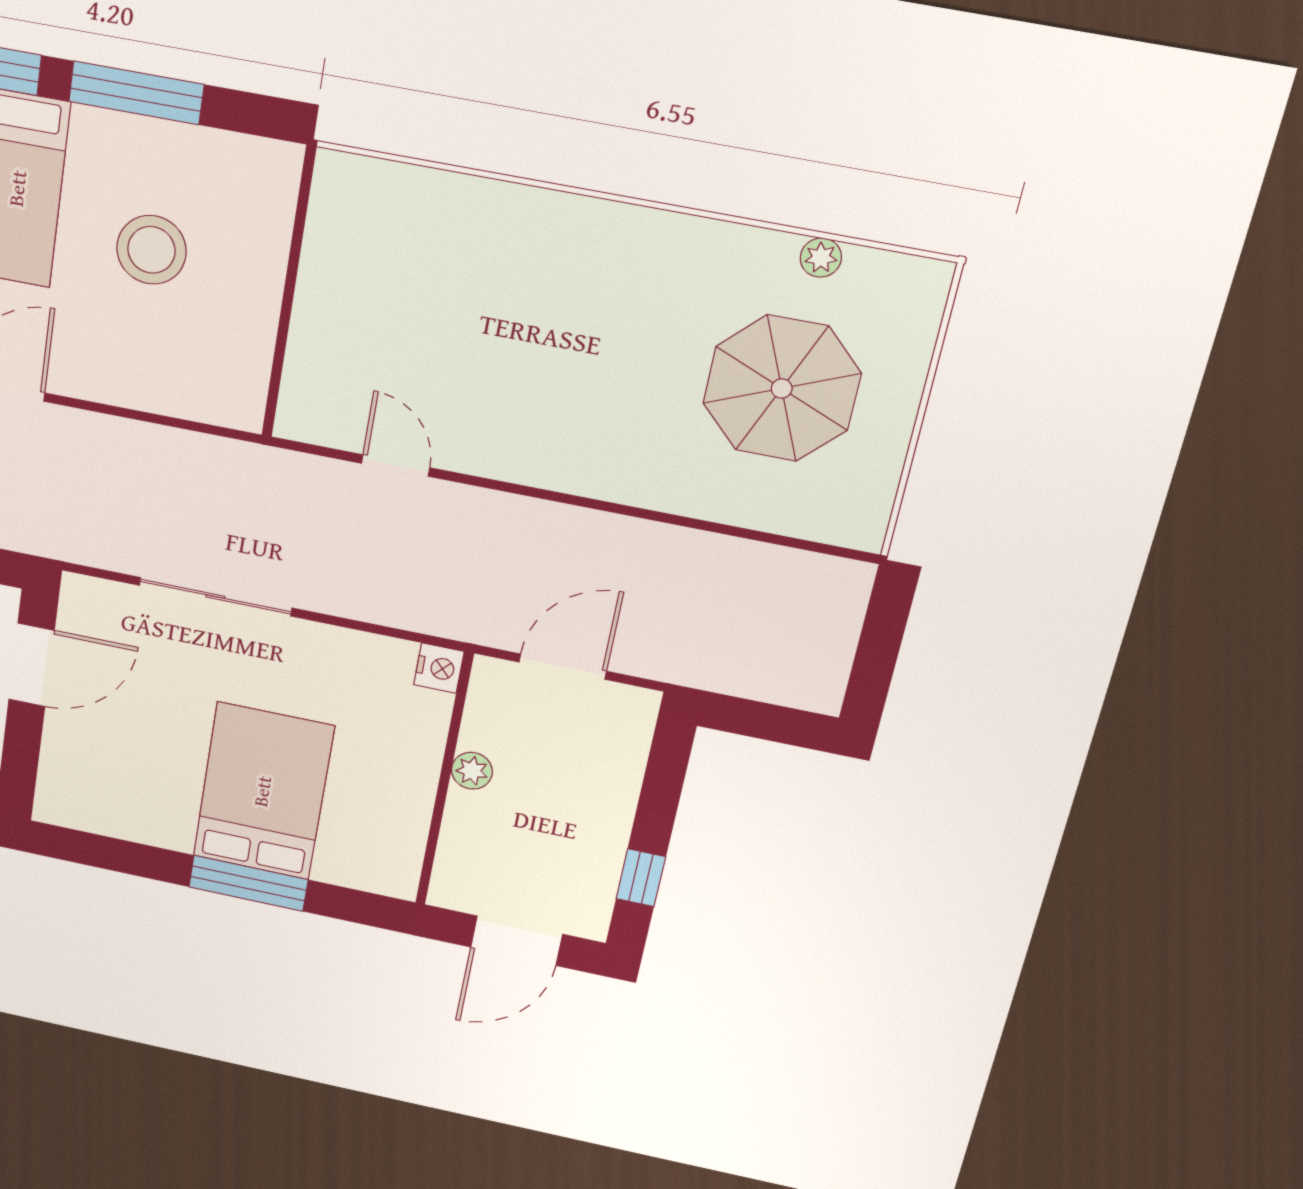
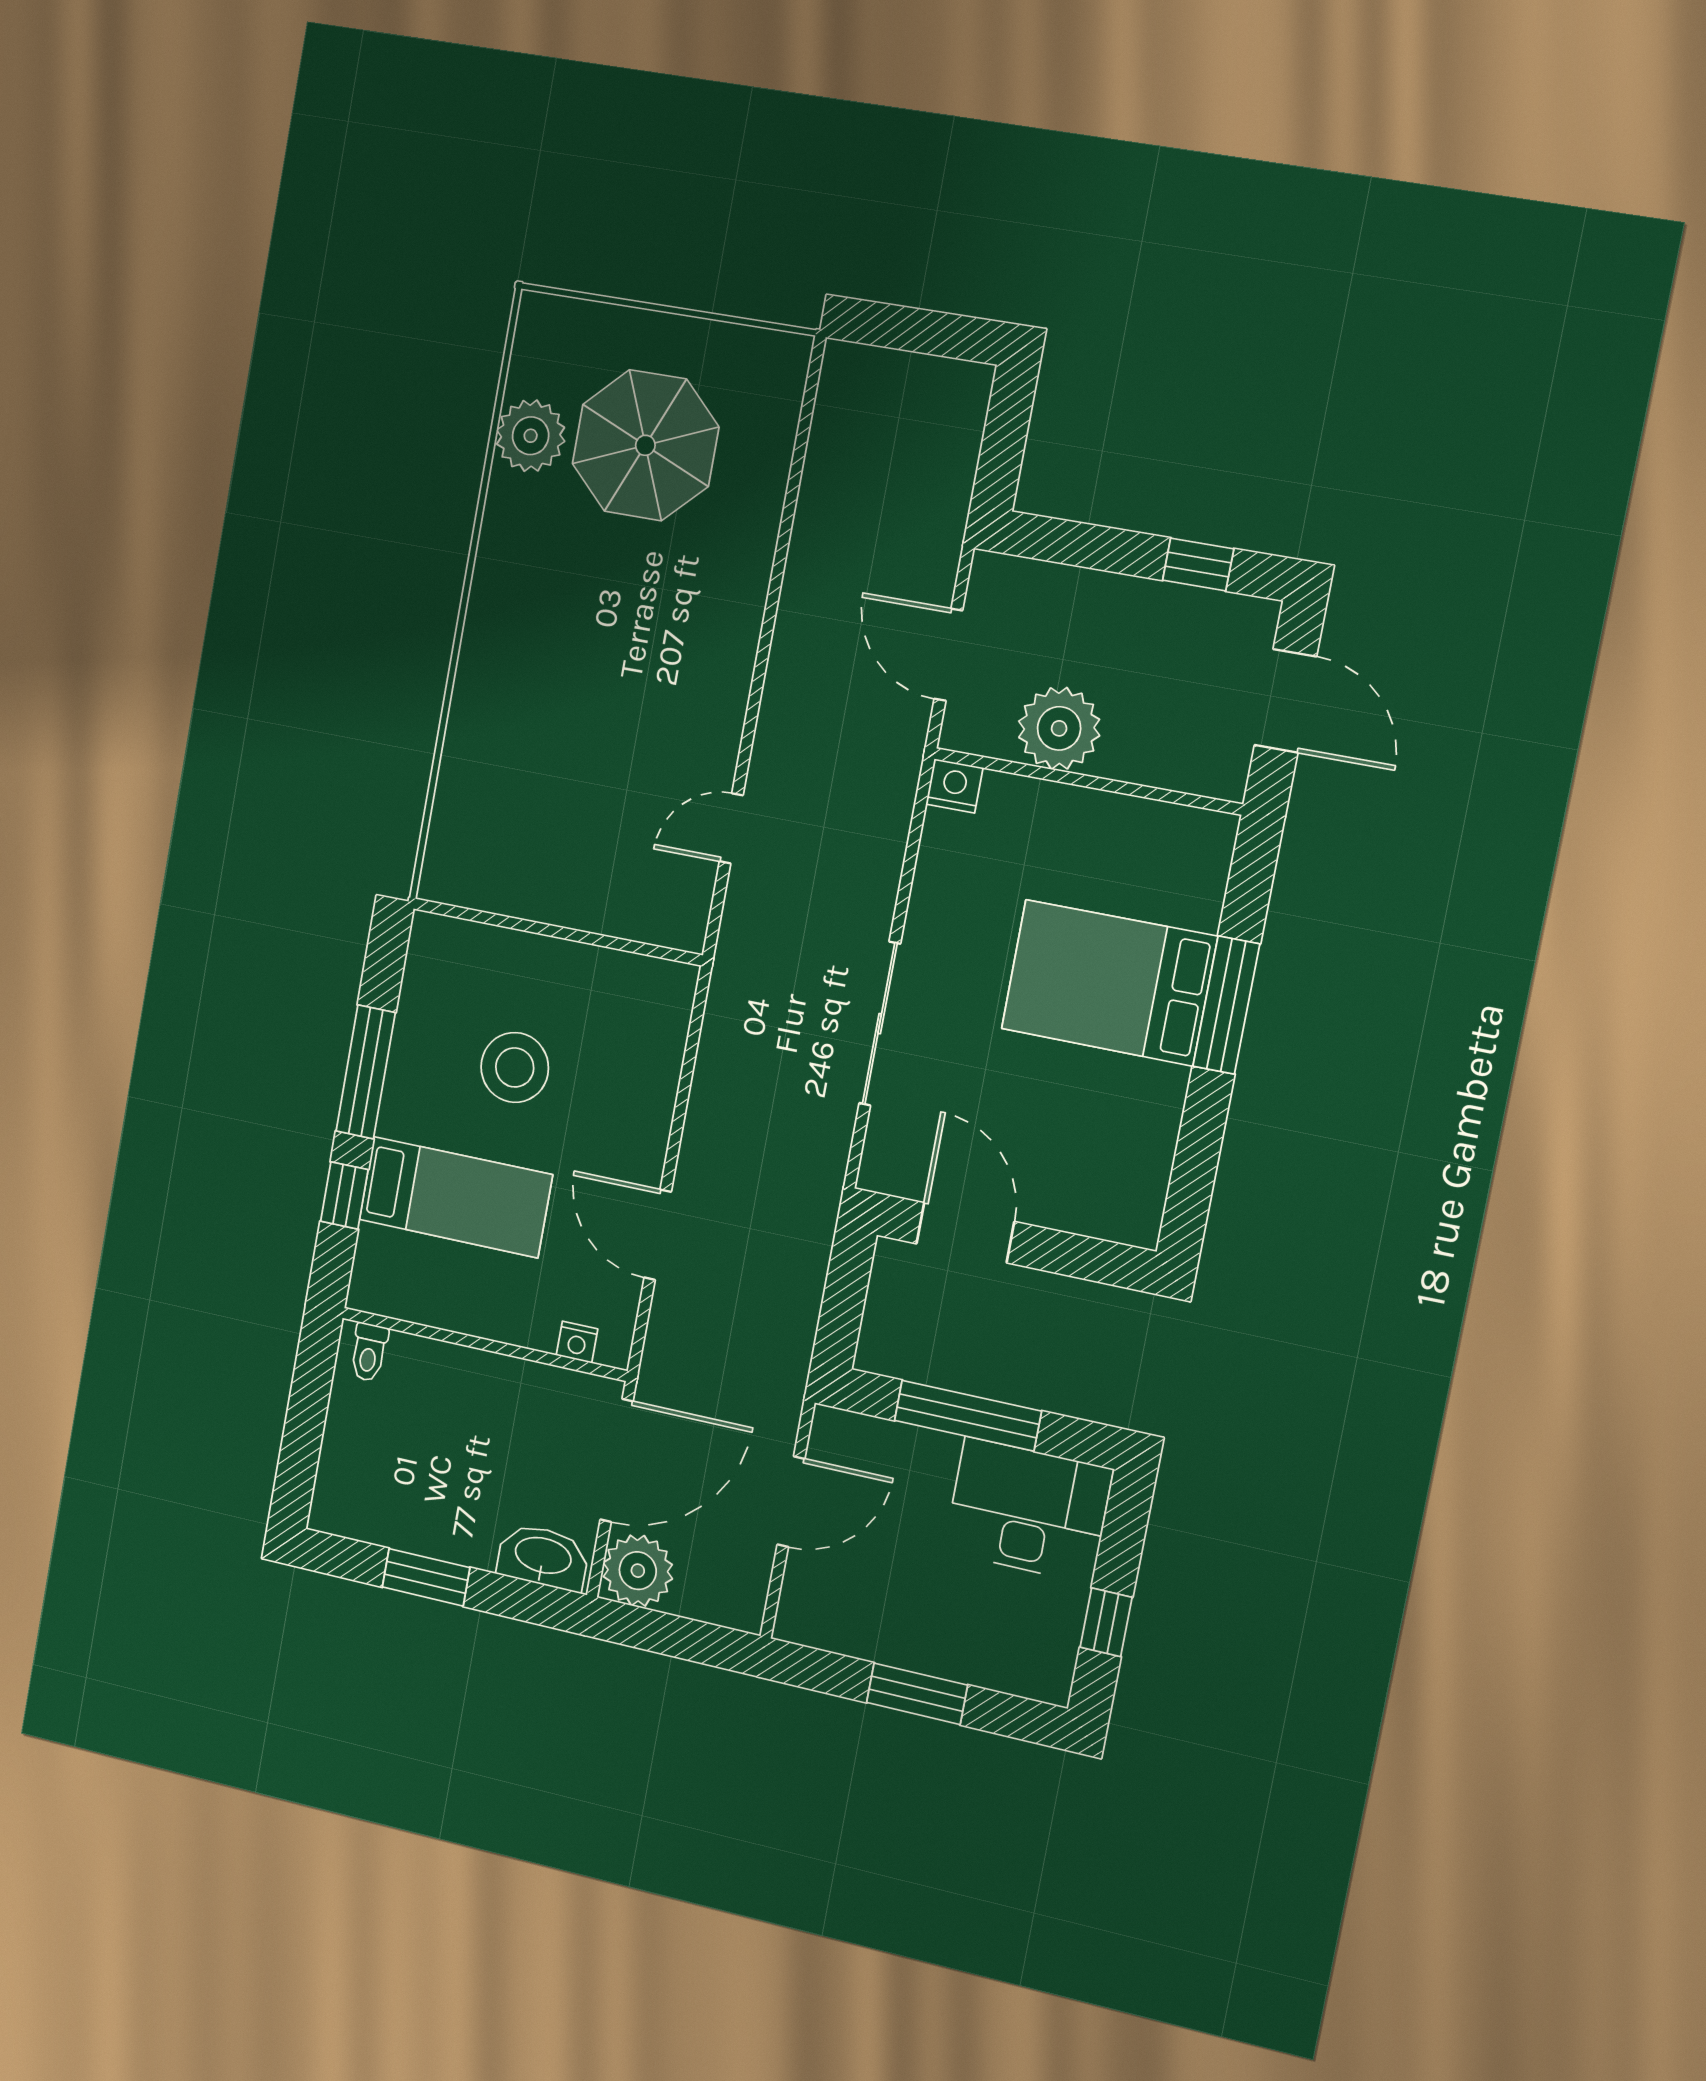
plant: (821, 258) -> (531, 436), width x1.87, depth x1.87
plant: (472, 771) -> (1059, 728), width x1.87, depth x1.87

